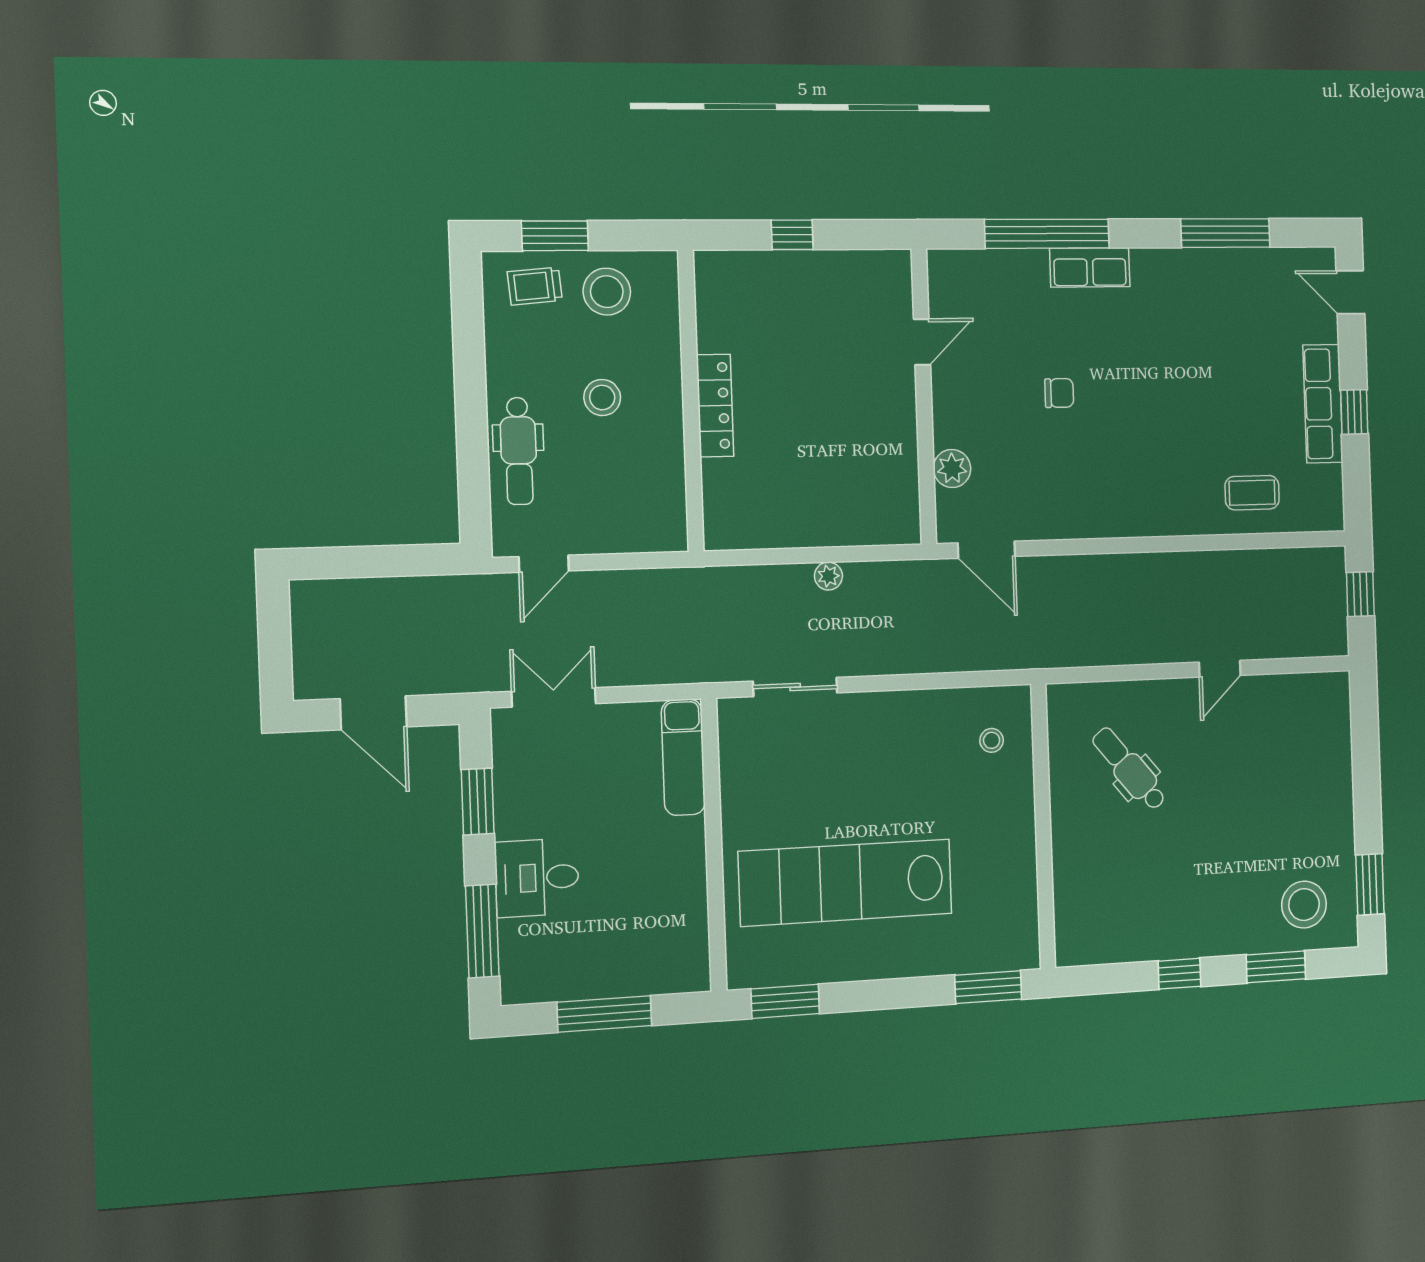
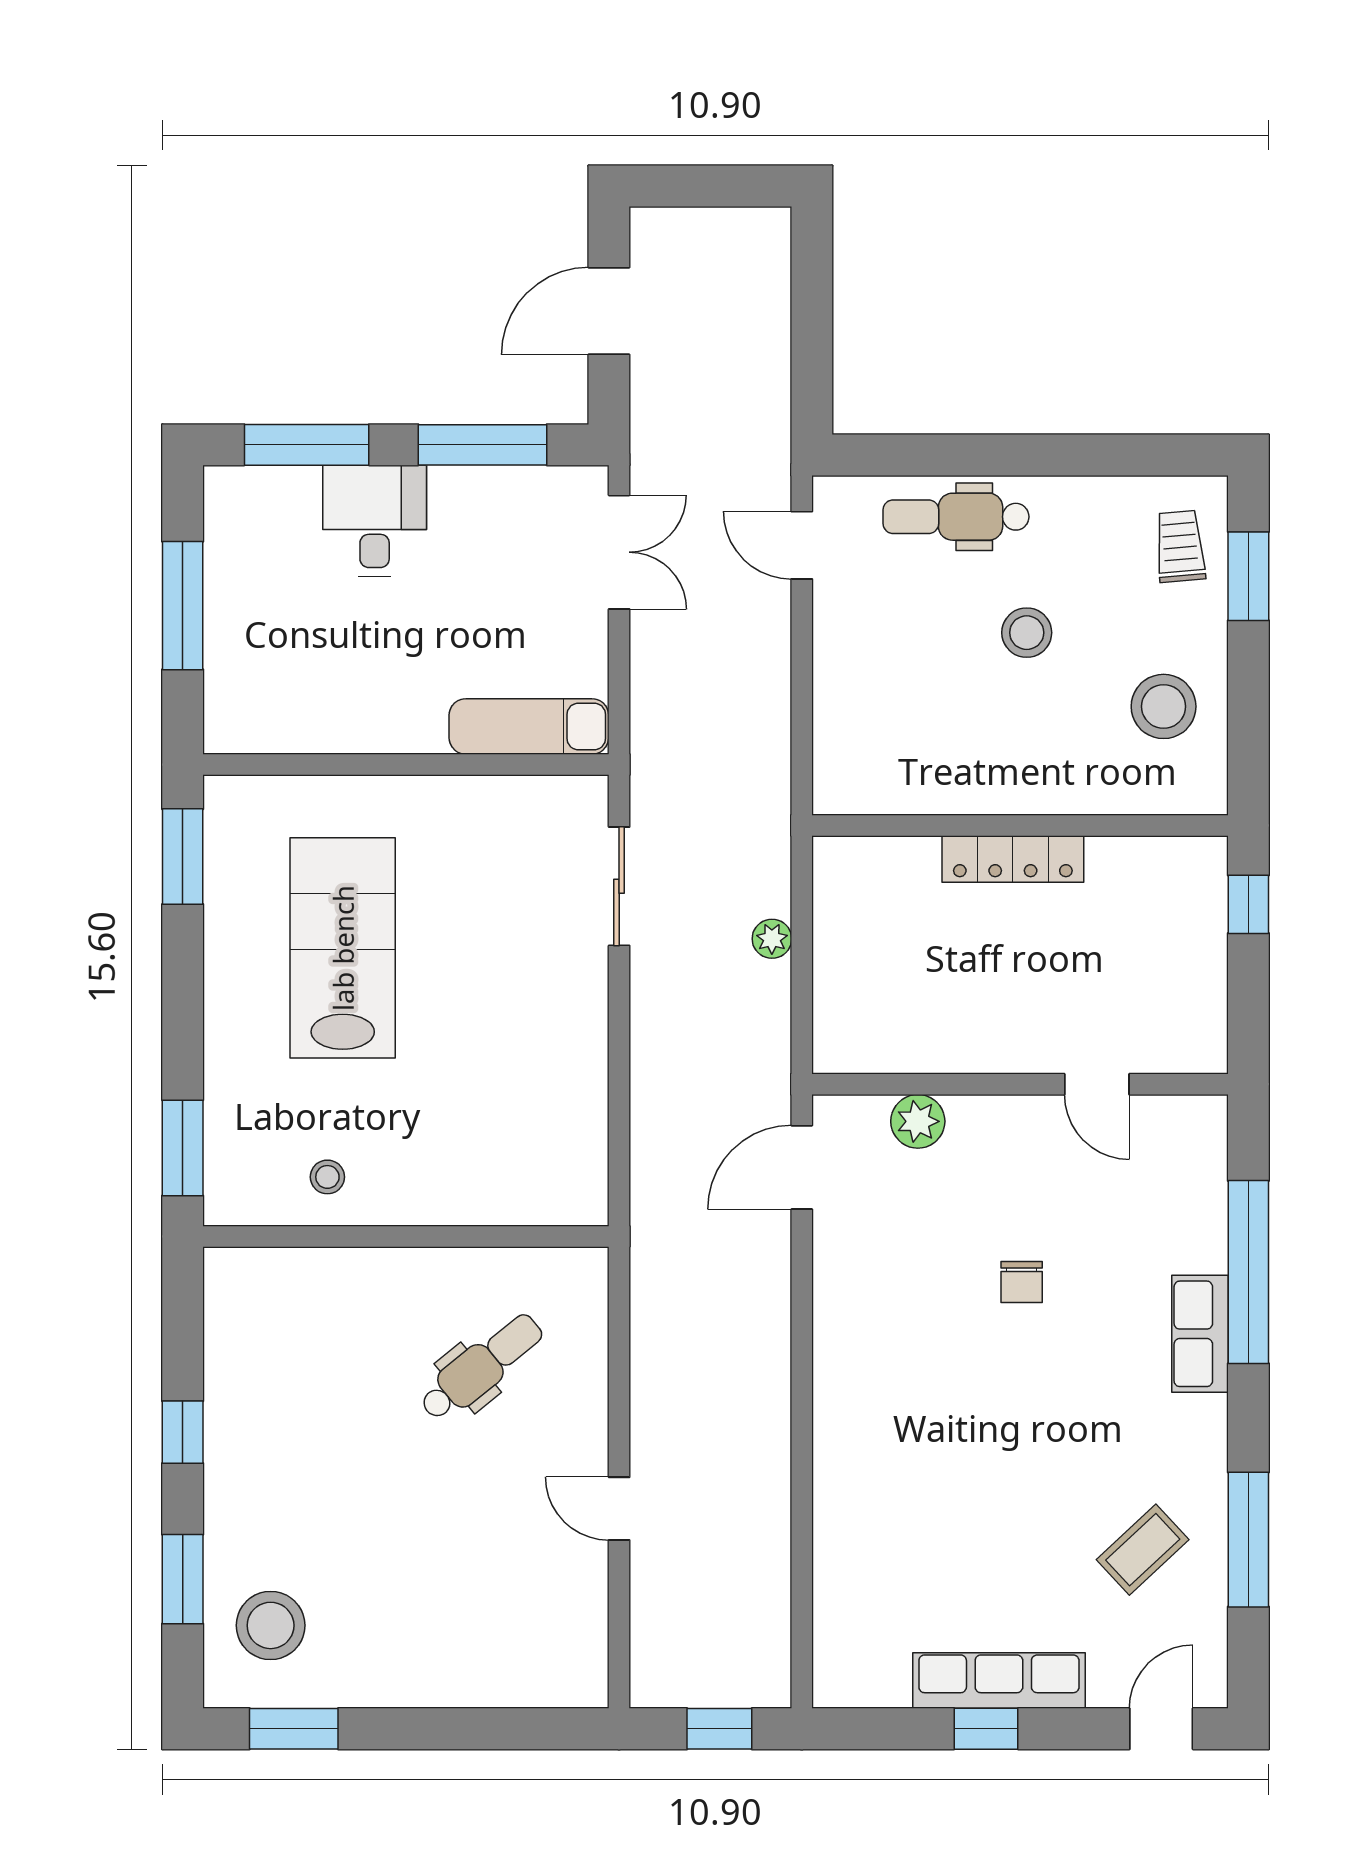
stool: (607, 292) -> (1164, 706), moved
wall: (691, 401) -> (1020, 825), moved
locker: (715, 406) -> (1013, 859), moved
coffee table: (1252, 493) -> (1143, 1550), moved, turned 47
stool: (992, 740) -> (327, 1177), moved
window: (478, 802) -> (483, 445), width x1.44
lab bench: (846, 883) -> (343, 948), width x0.73

